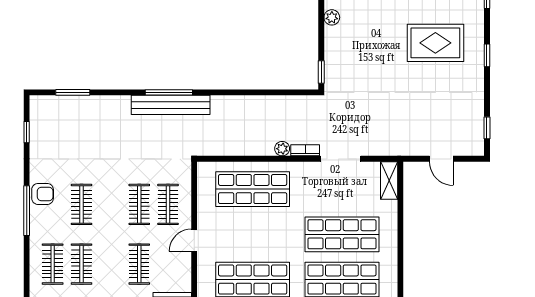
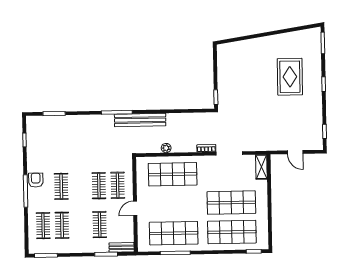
plant: (332, 17) -> (222, 61), removed
rug: (435, 43) -> (290, 77), turned 90
bench: (171, 105) -> (140, 120), moved
plant: (282, 149) -> (166, 148), moved
armchair: (43, 194) -> (36, 180), turned -90

